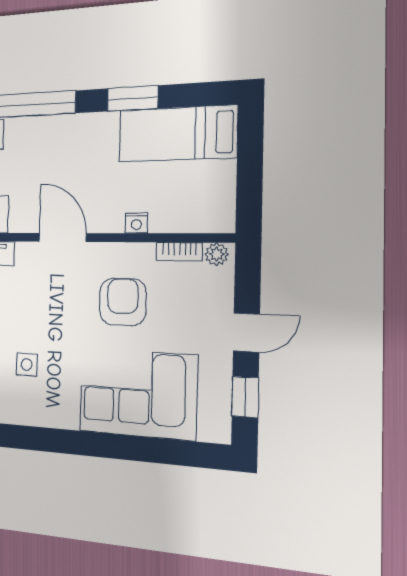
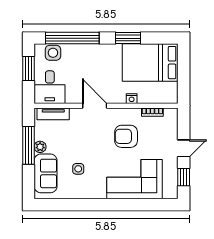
bed: (177, 134) -> (150, 63), width x1.50
plant: (217, 254) -> (170, 113), removed
armchair: (123, 302) -> (126, 136), turned -90

